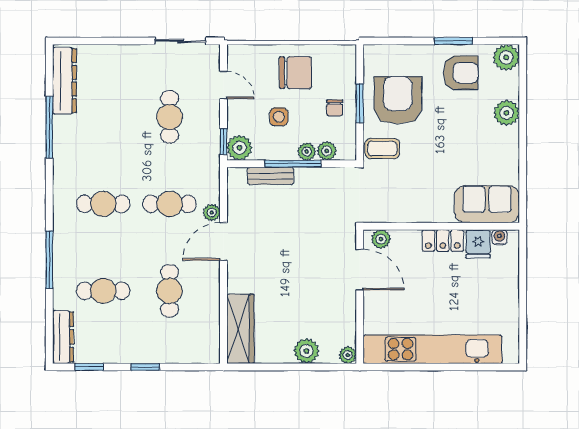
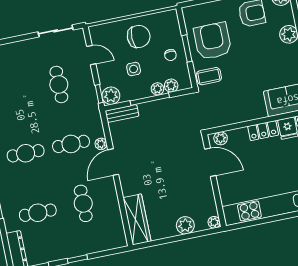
bench: (270, 176) -> (122, 113), moved

